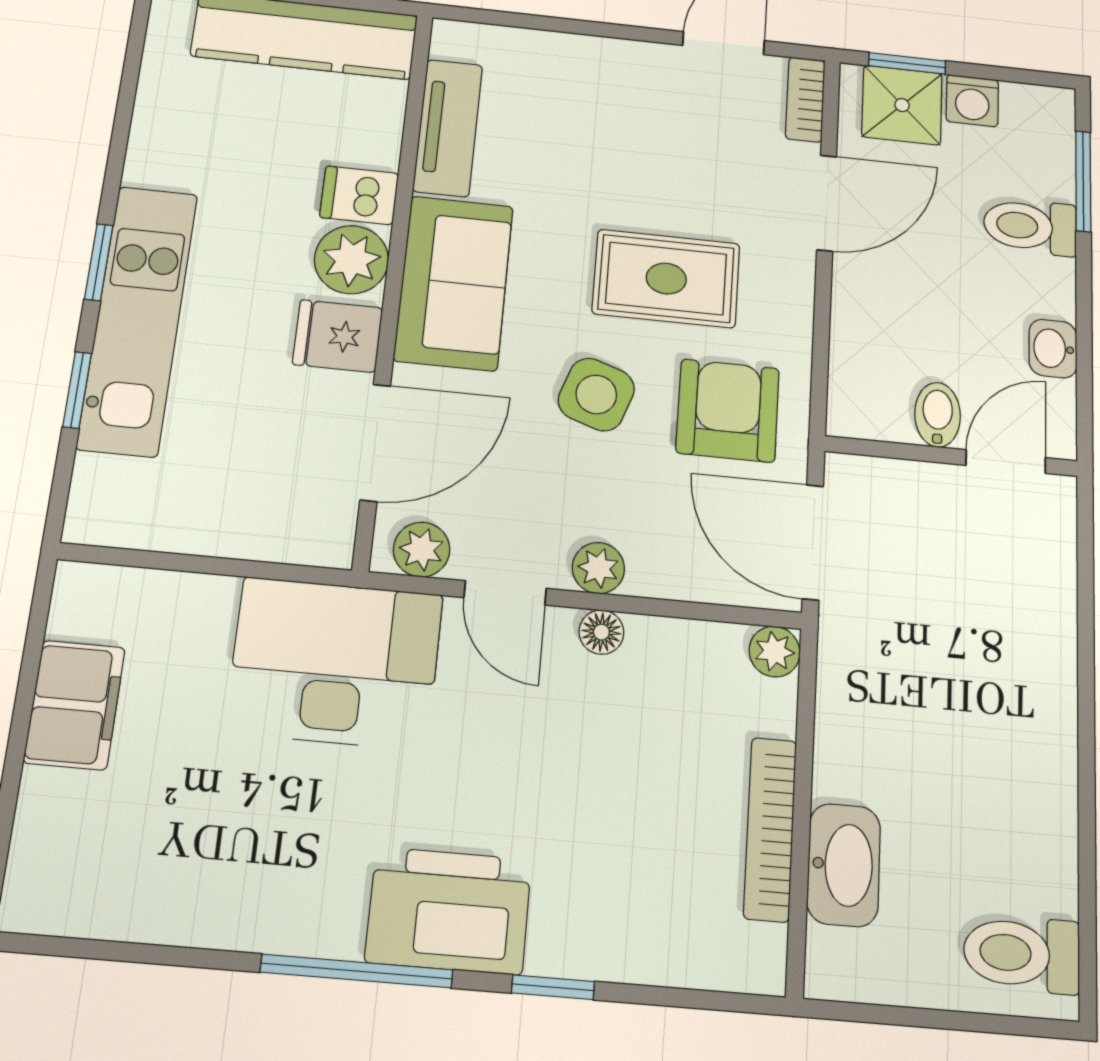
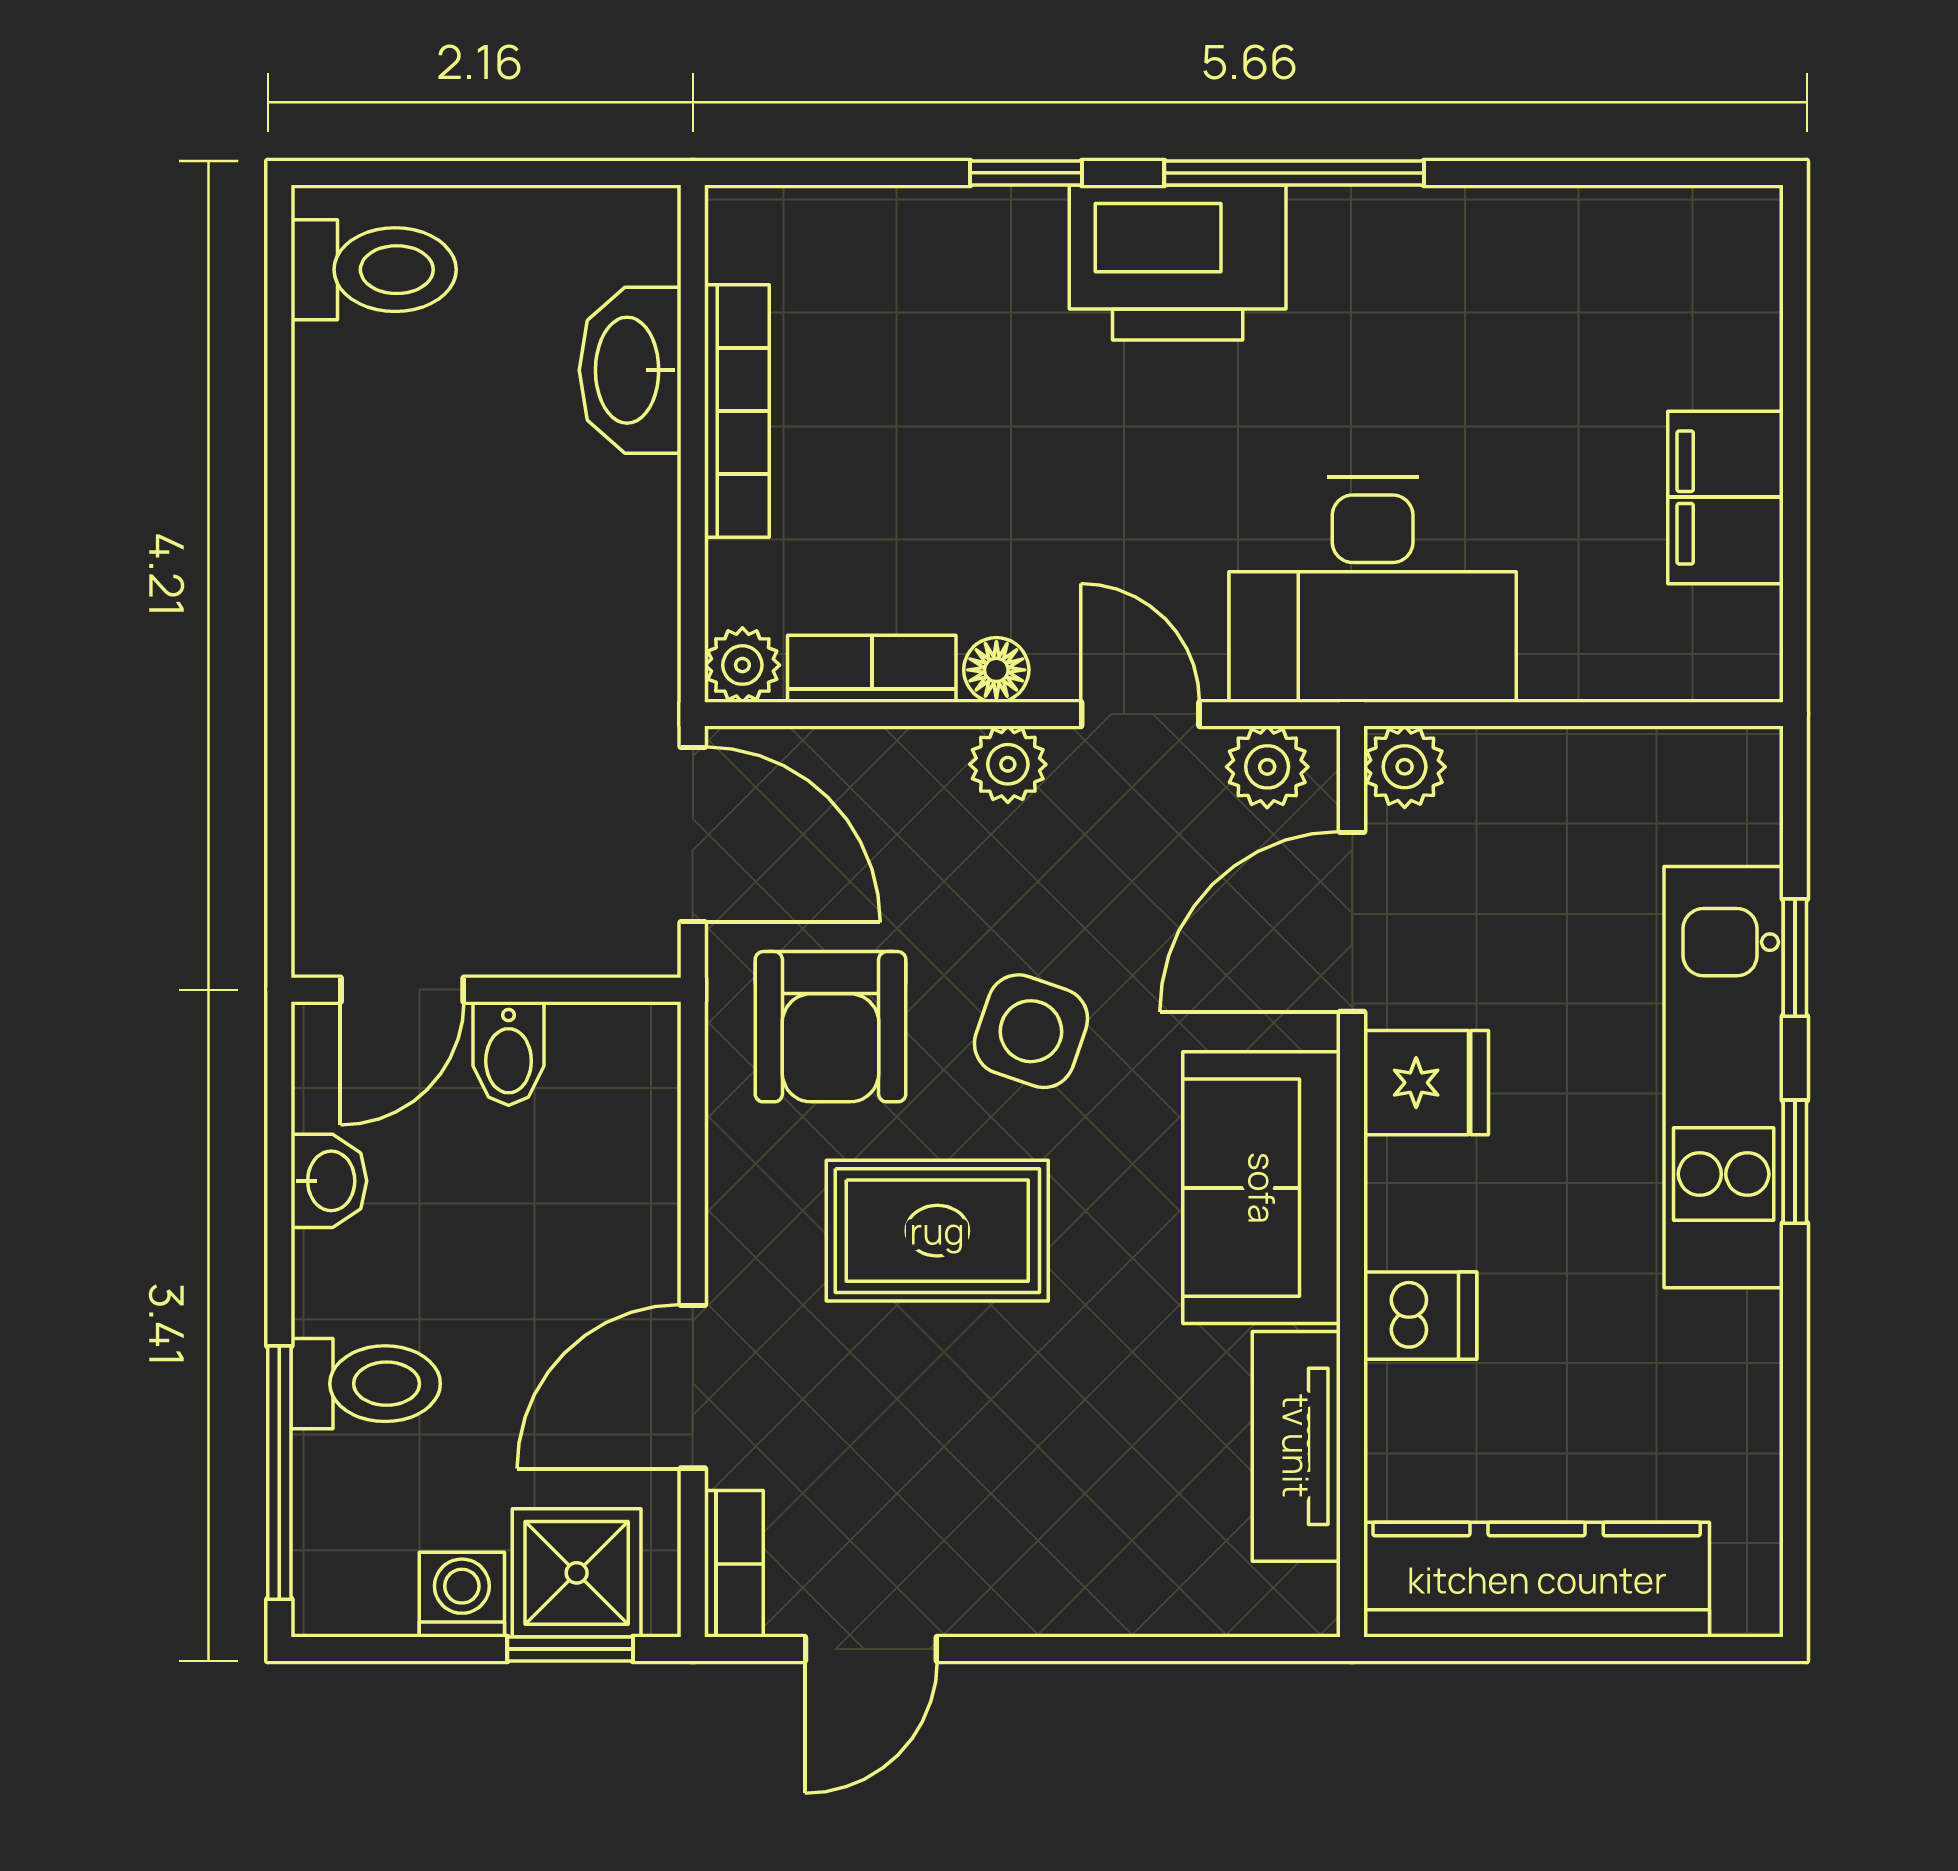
window: (1083, 181) -> (279, 1473), width x1.44
plant: (351, 260) -> (1405, 767), moved, width x0.73, depth x0.73
bookcase: (687, 641) -> (872, 669), added

